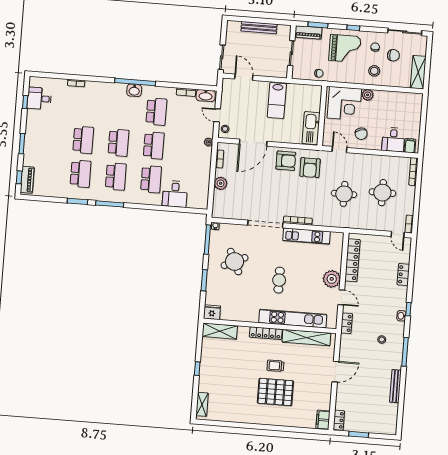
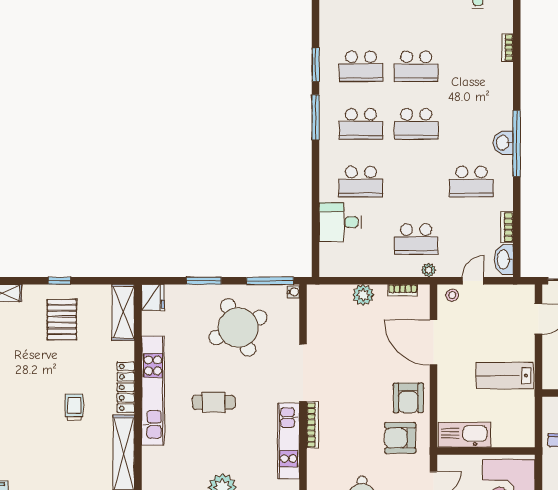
school desk: (154, 145) -> (416, 239), moved
round table: (235, 262) -> (238, 327), width x1.36, depth x1.36
kitchen unit: (293, 319) -> (153, 391), moved
pallet: (275, 392) -> (62, 320), moved, width x0.73, depth x0.71

